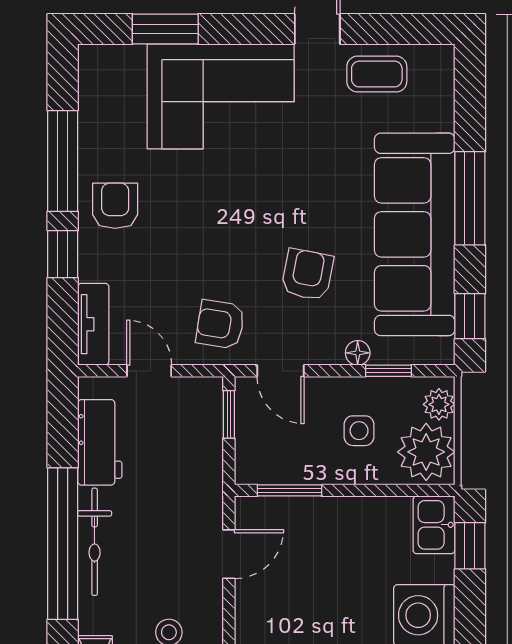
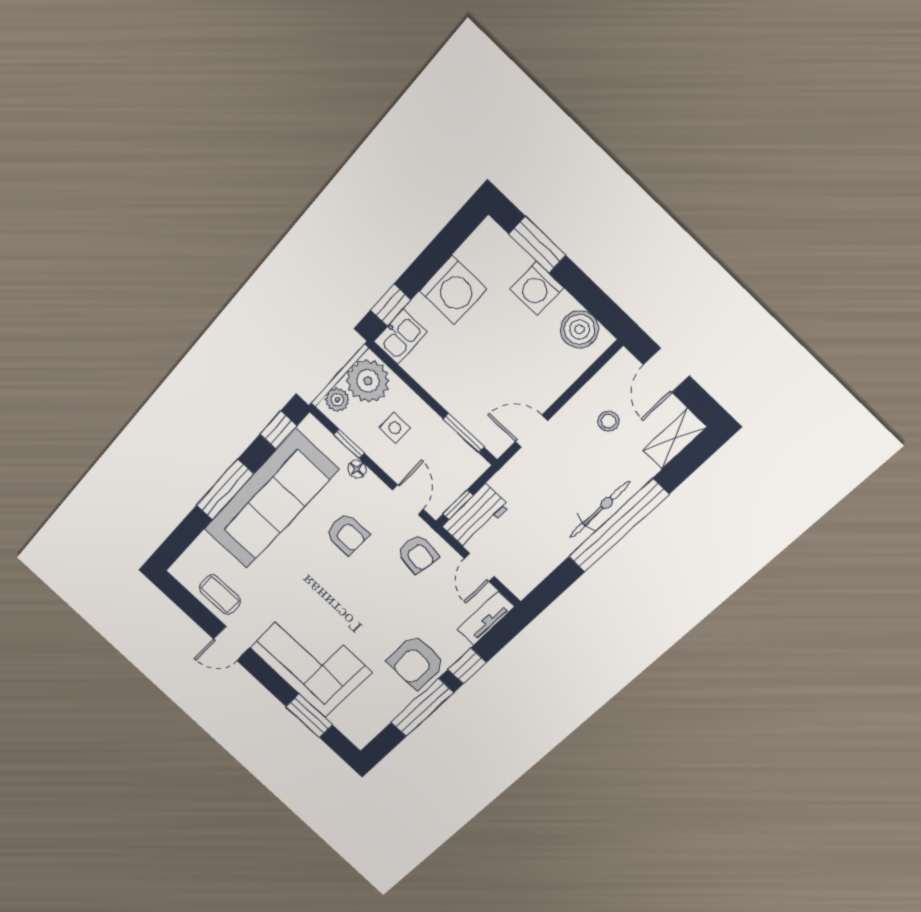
armchair: (115, 206) -> (416, 662), width x1.38, depth x1.38
armchair: (307, 275) -> (347, 534), turned -101
workbench: (100, 442) -> (476, 516), moved, turned 180

